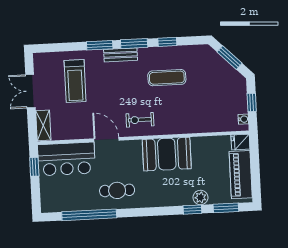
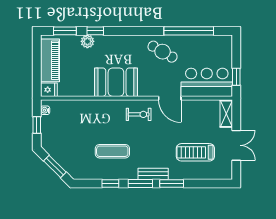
treadmill: (75, 81) -> (195, 152), turned -90
cafe table: (117, 190) -> (163, 52), turned 30

